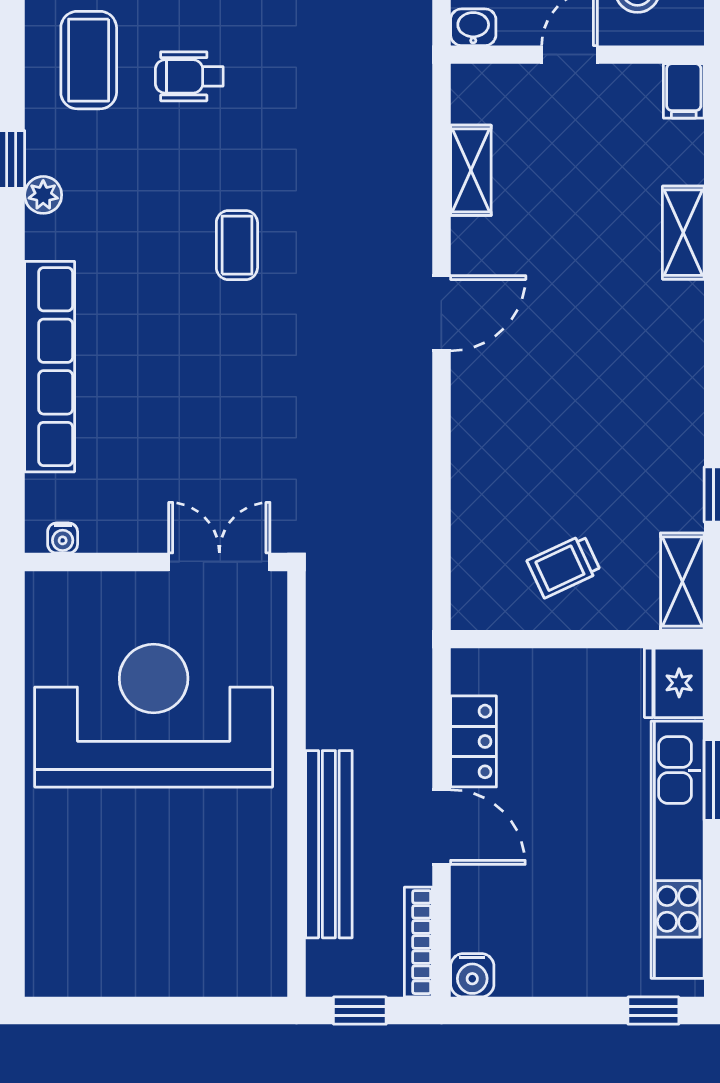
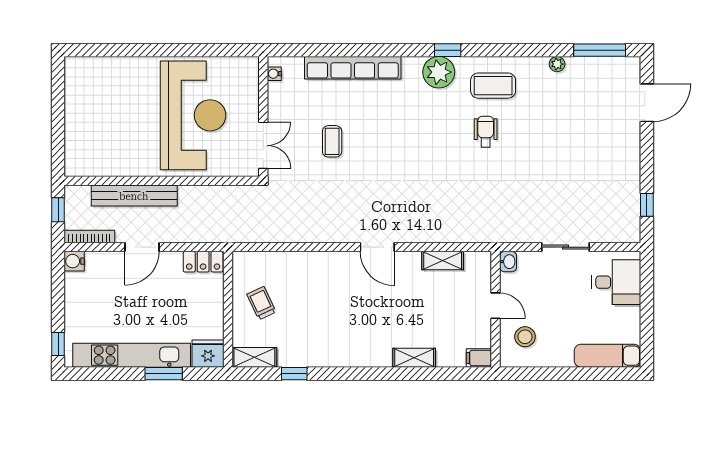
plant: (43, 195) -> (439, 72), width x1.88, depth x1.88
coffee table: (237, 245) -> (332, 141), moved, turned 90
locker: (474, 741) -> (203, 262), moved

